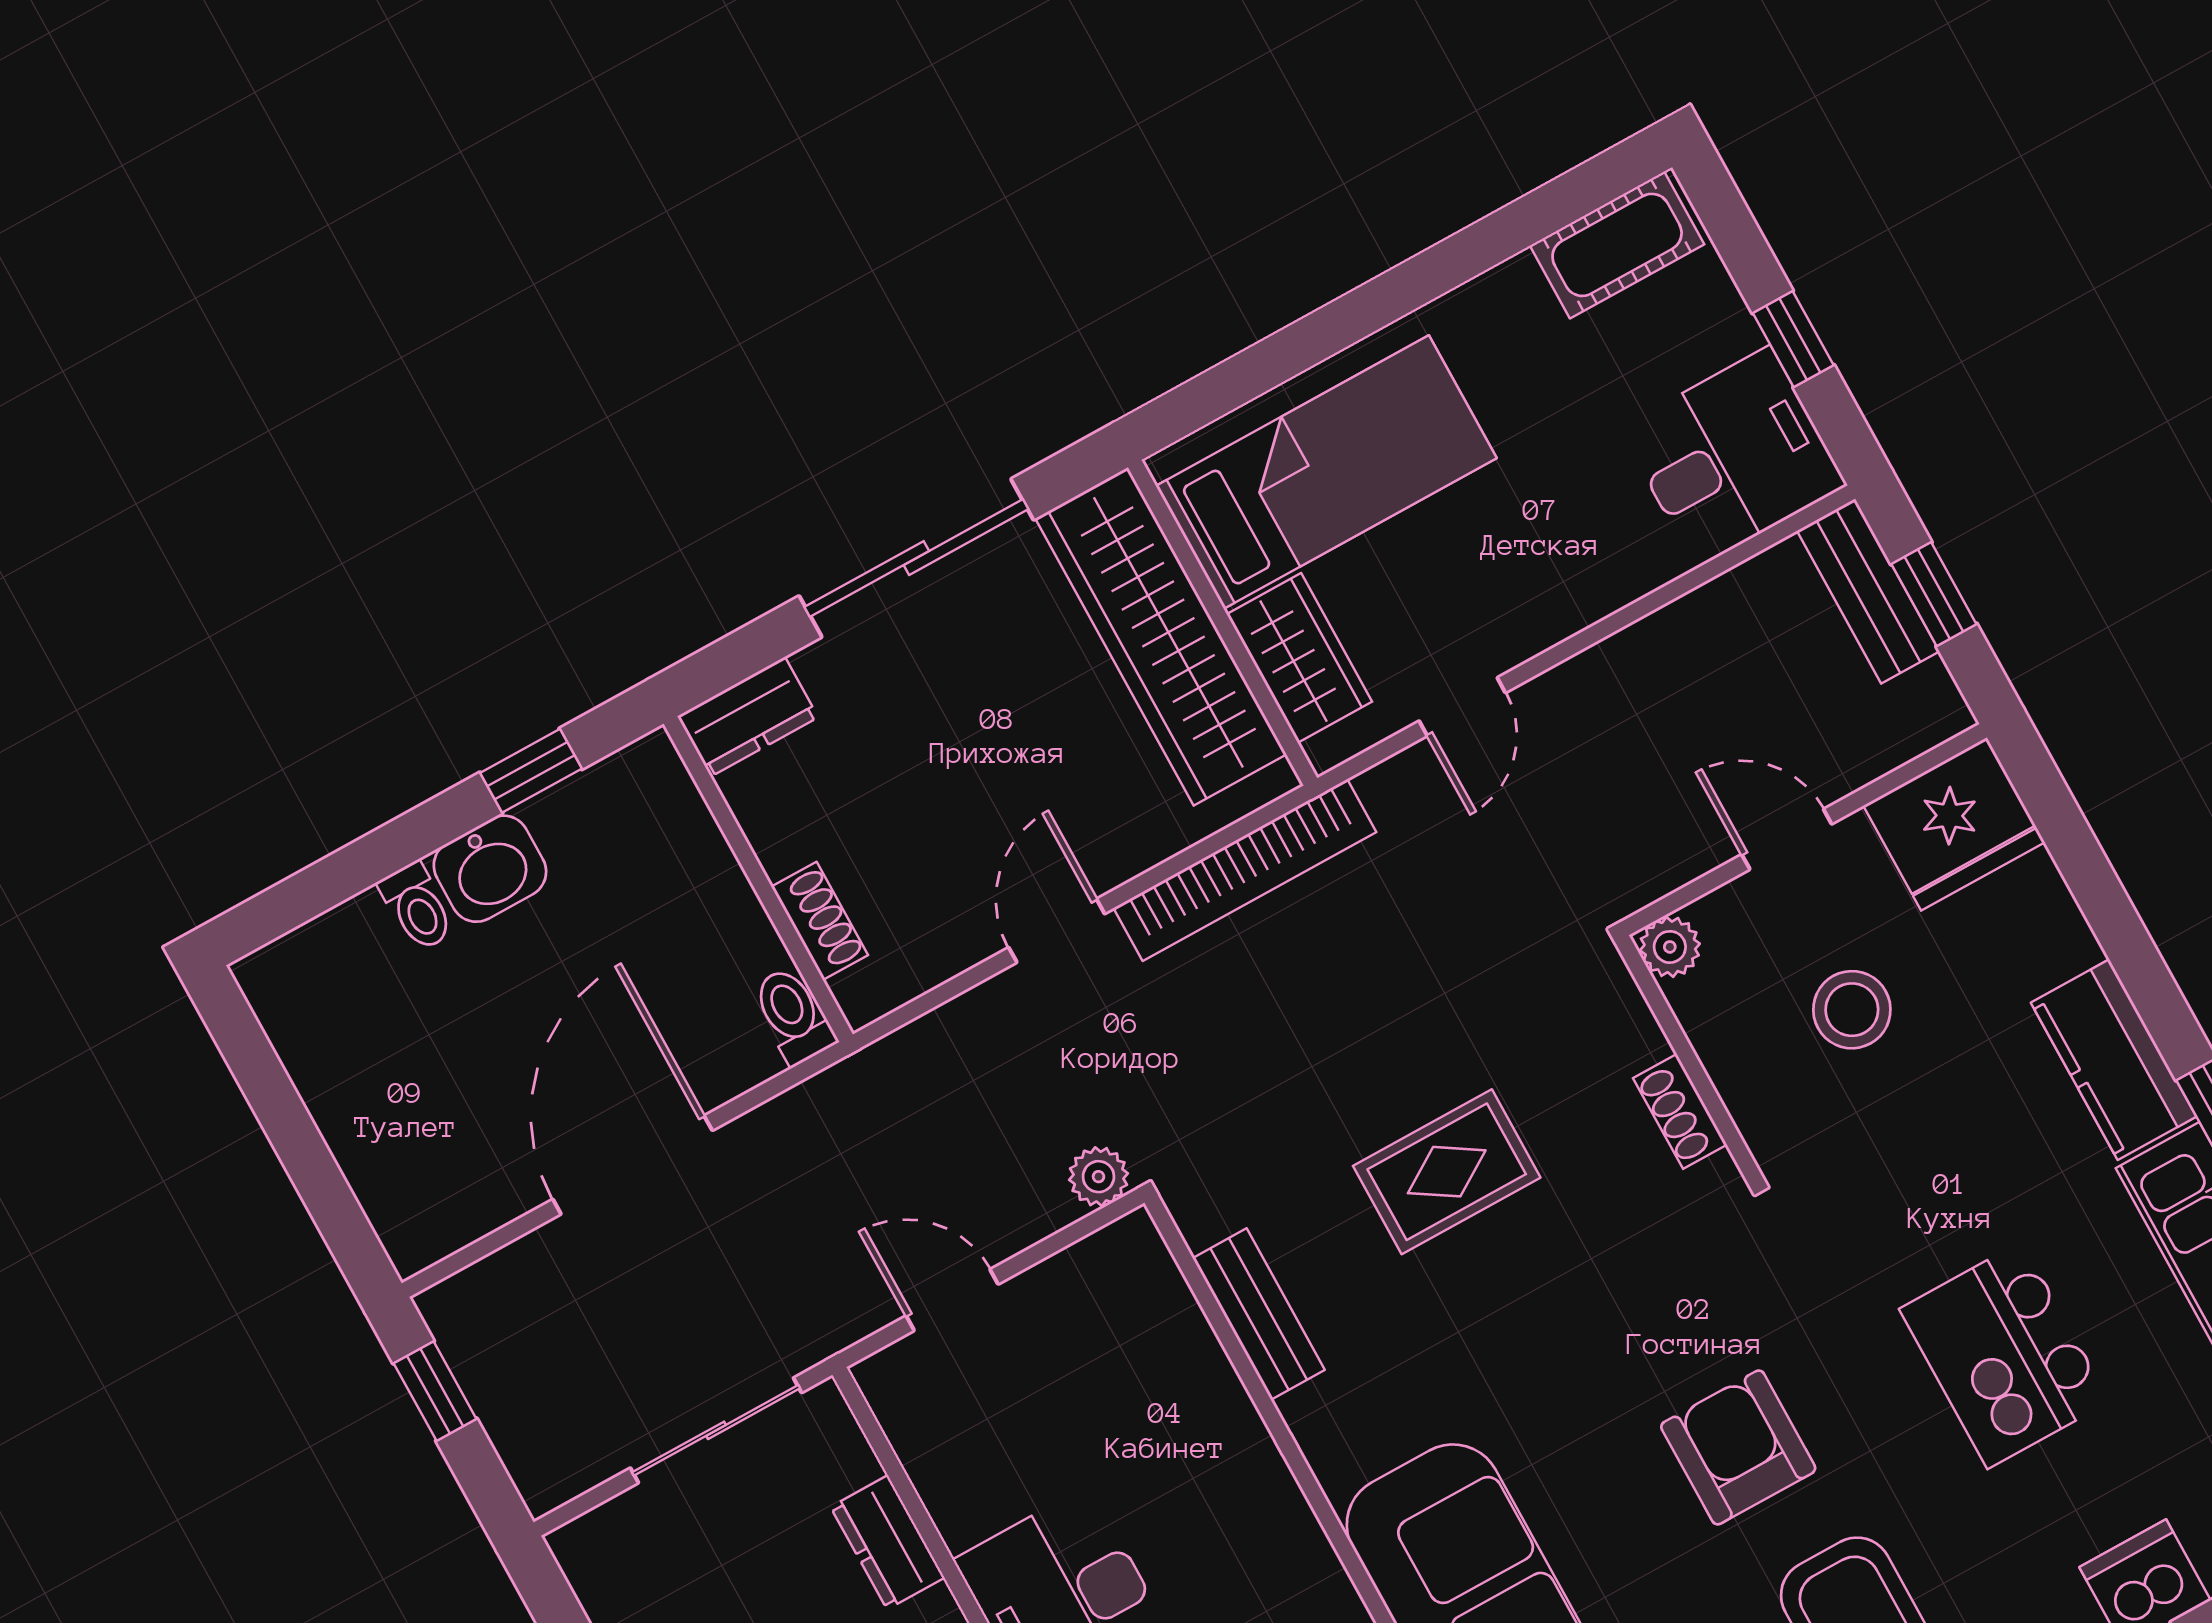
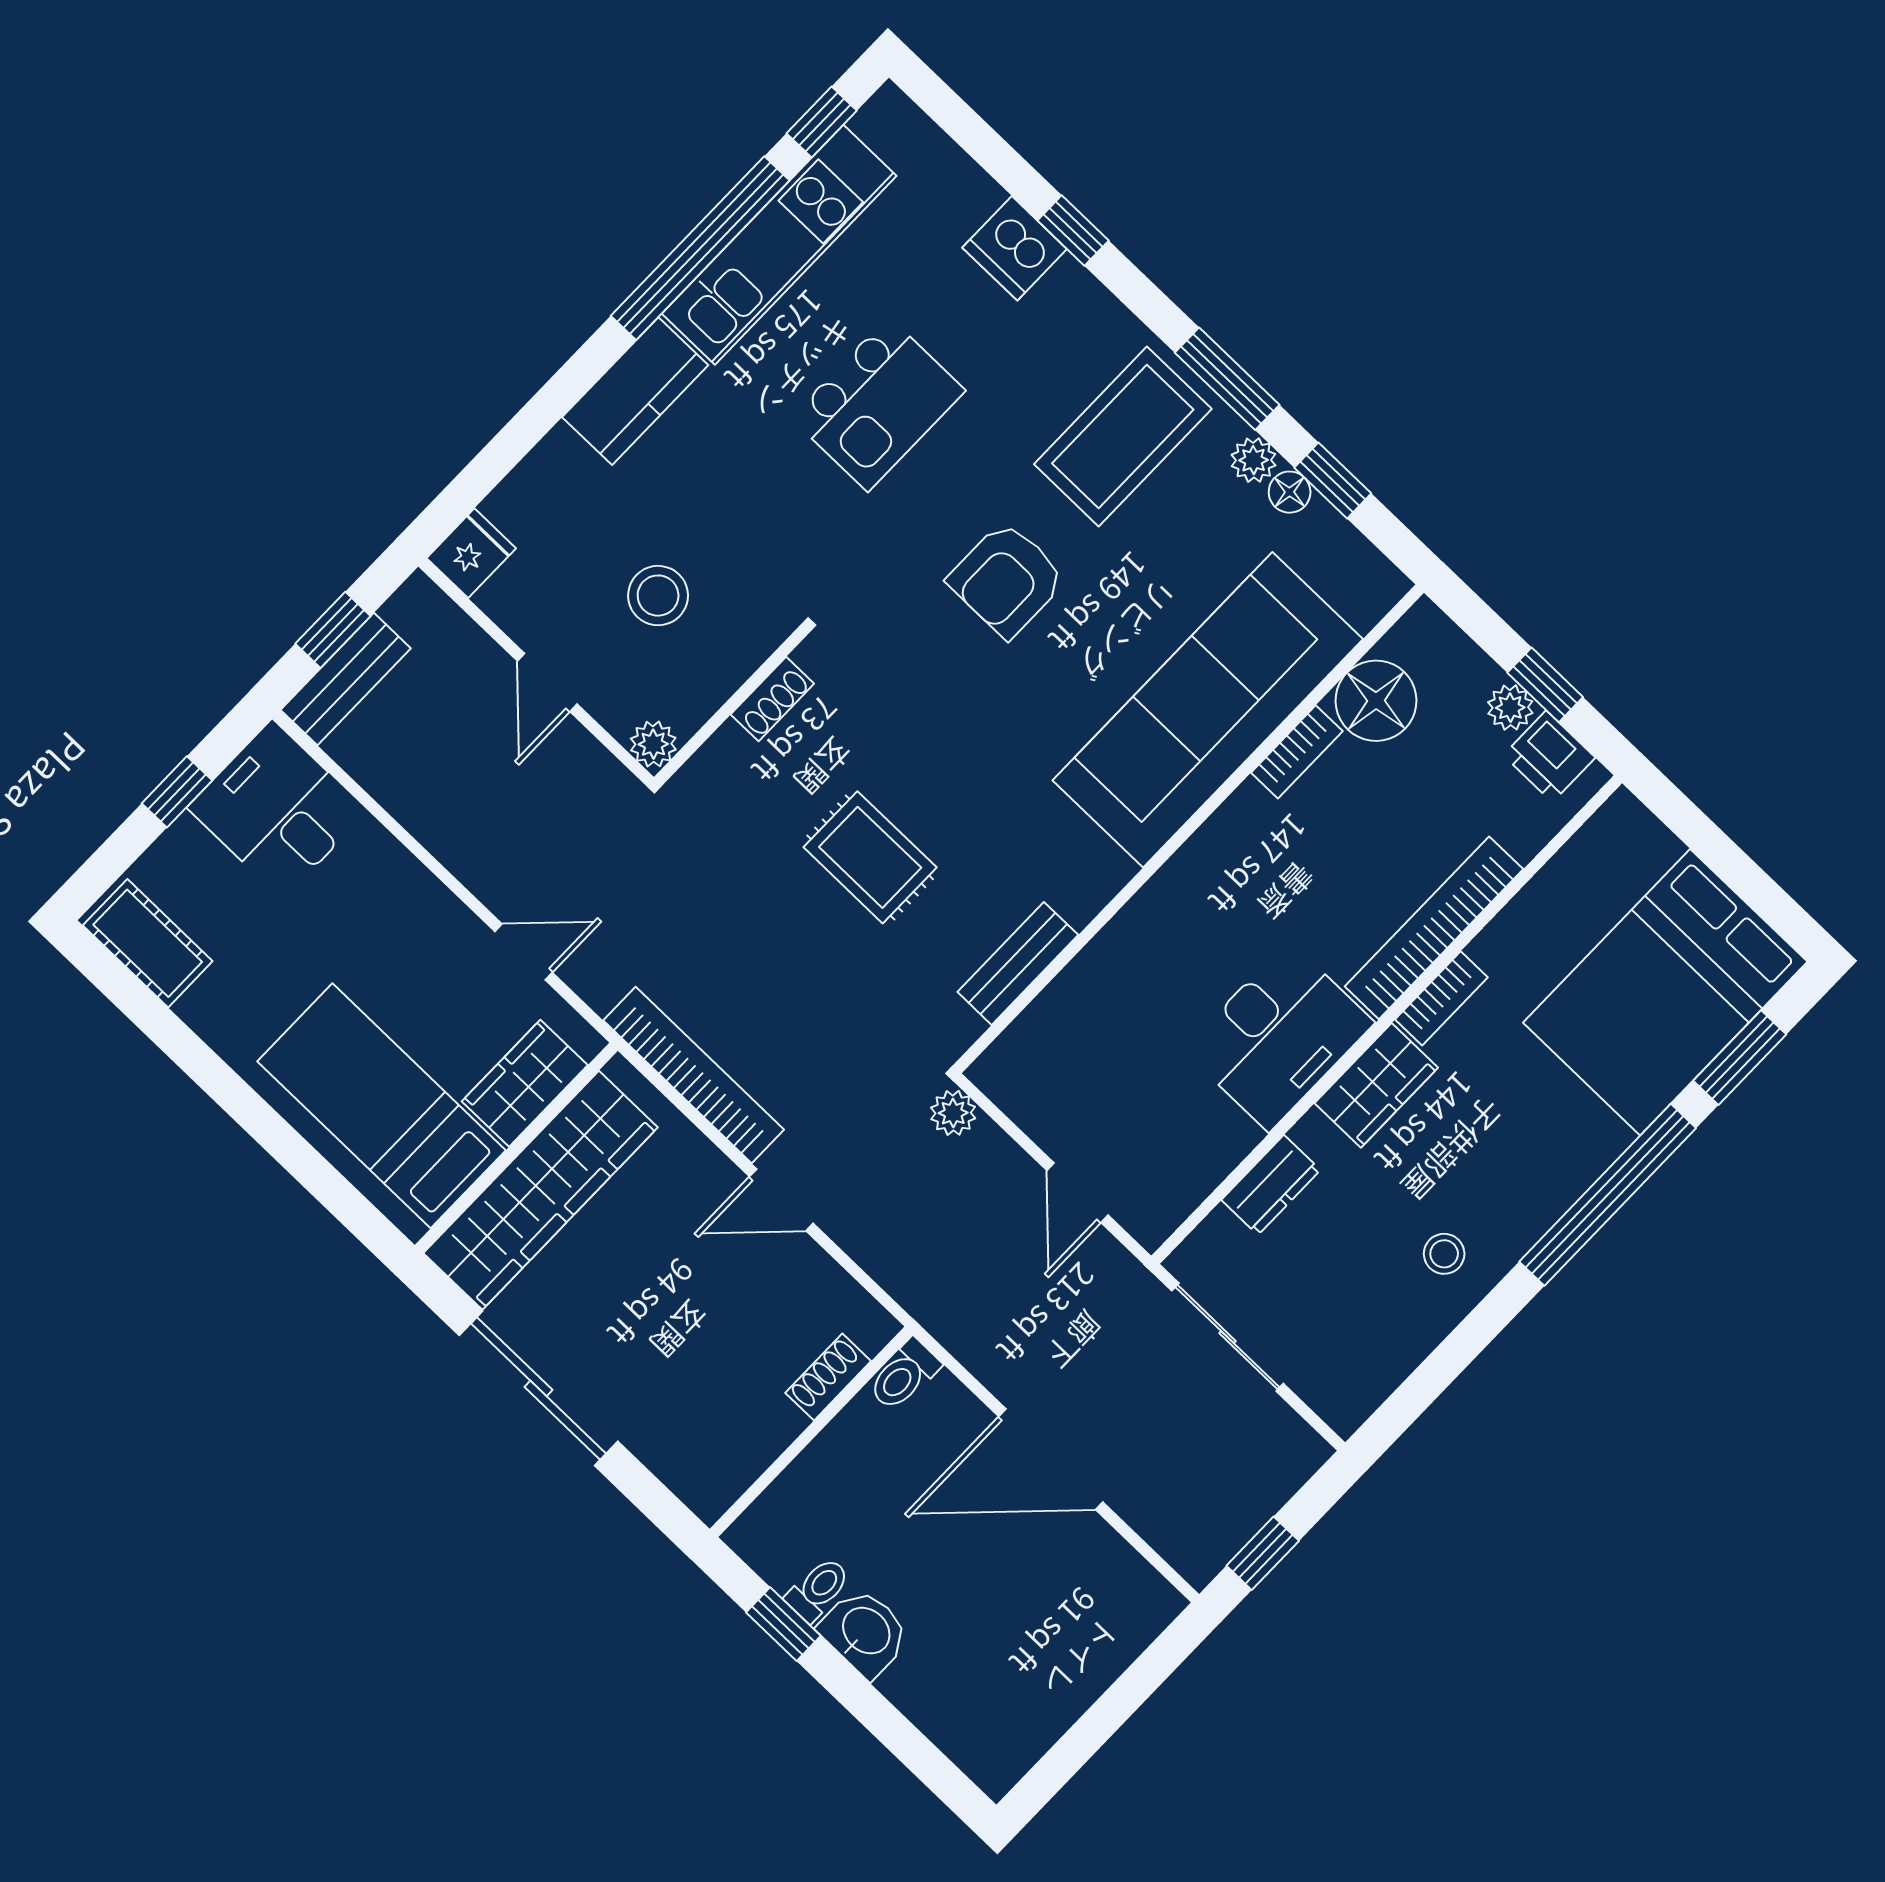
dresser: (748, 717) -> (694, 1477), removed
fridge: (1954, 824) -> (471, 553), width x0.53, depth x0.75
toilet: (417, 907) -> (818, 1589), moved

